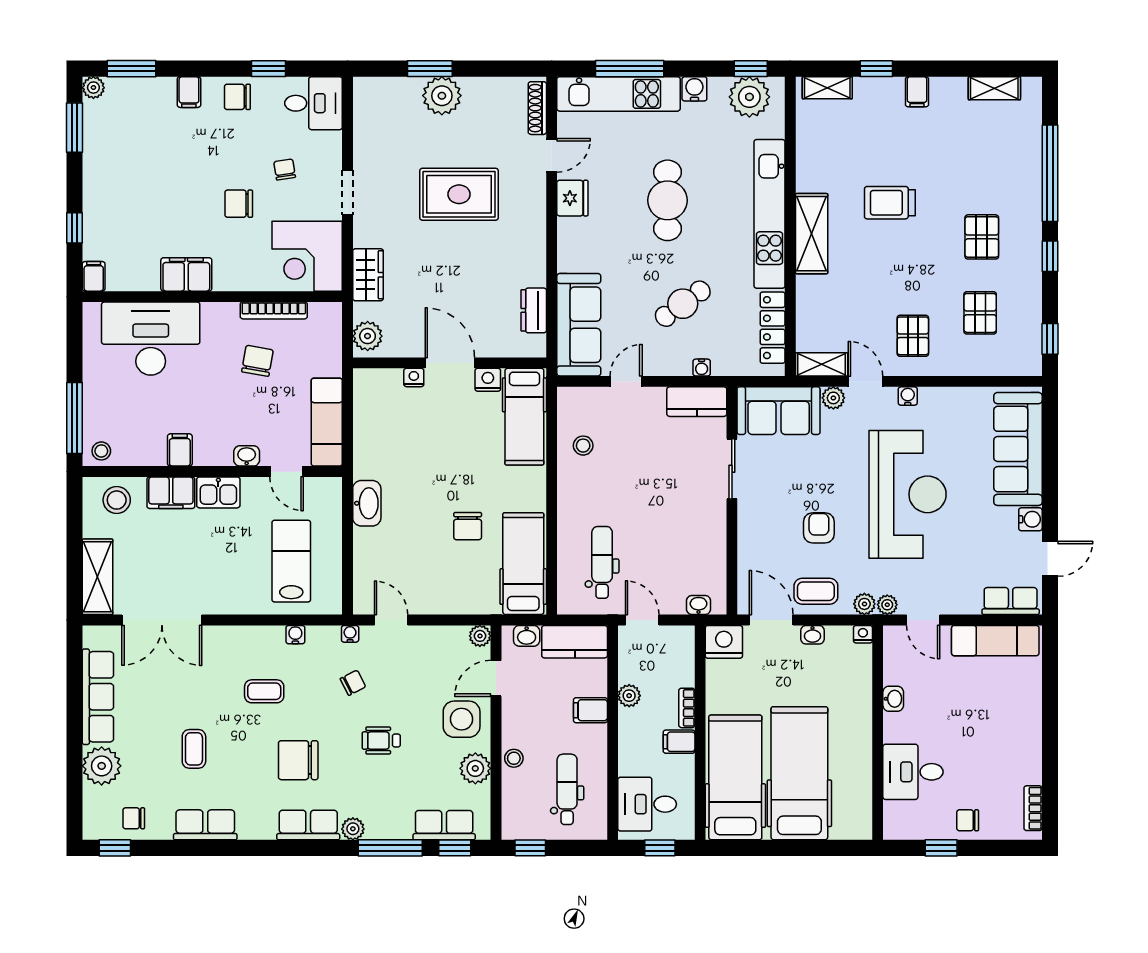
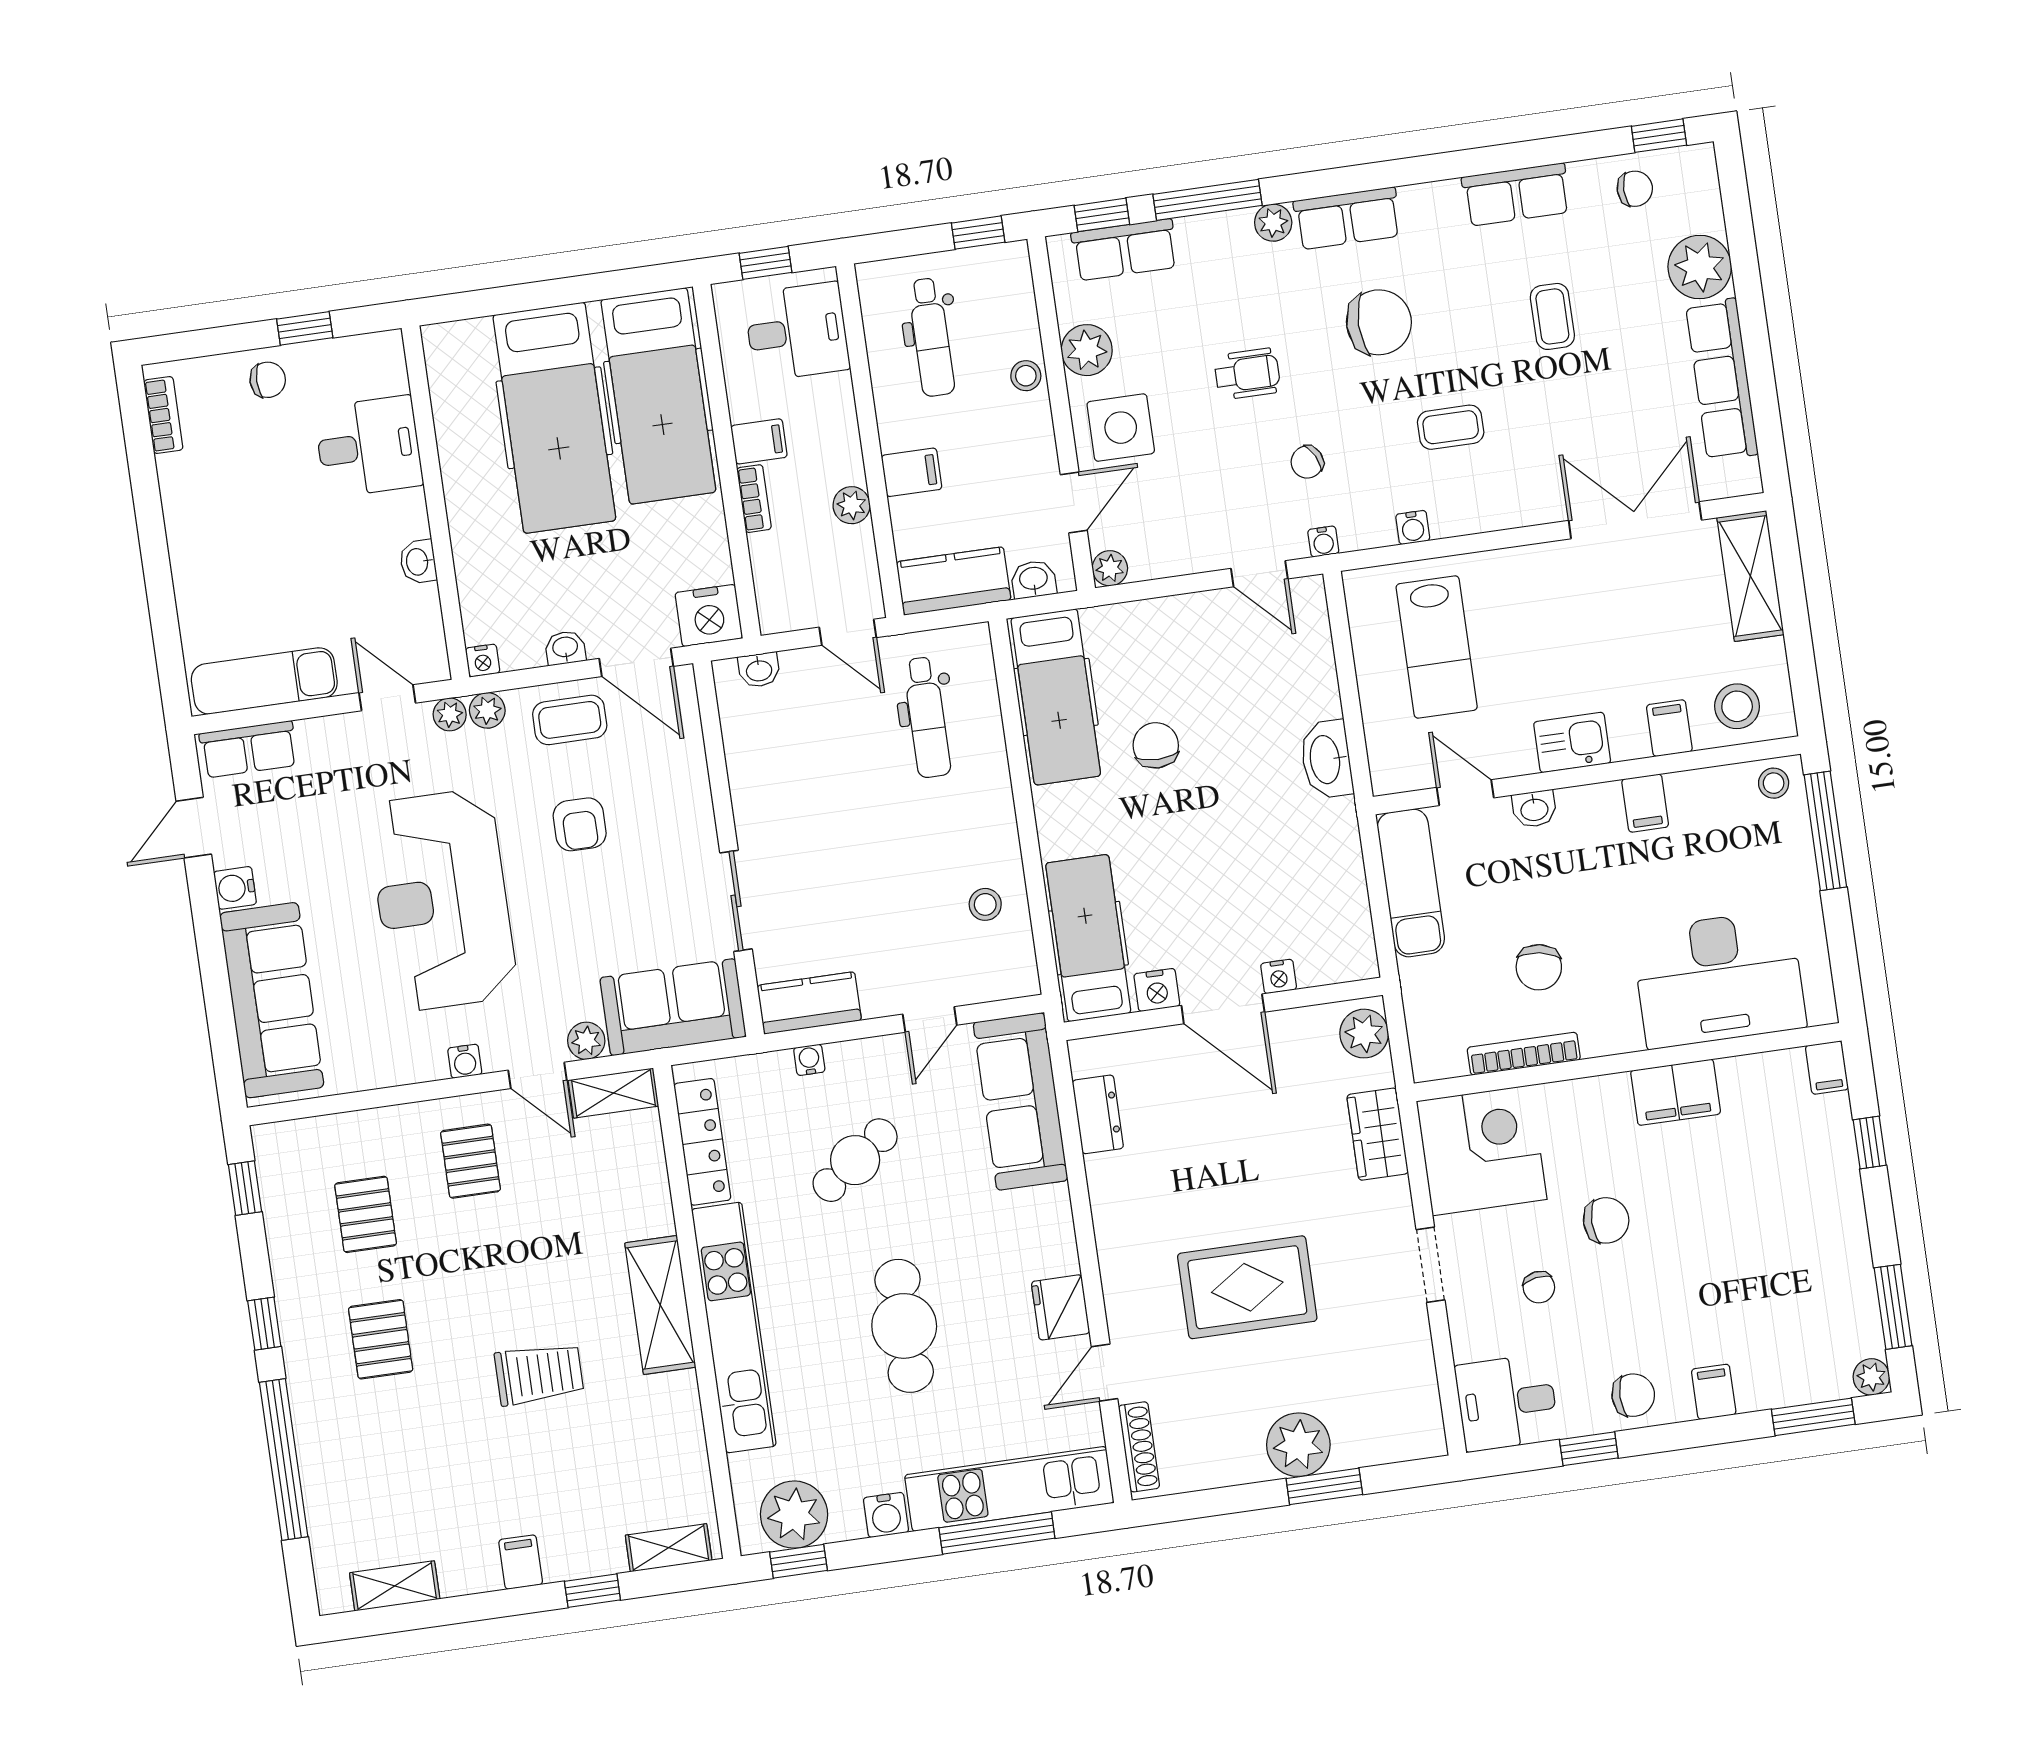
filing cabinet: (171, 493) -> (1669, 728), width x0.50

